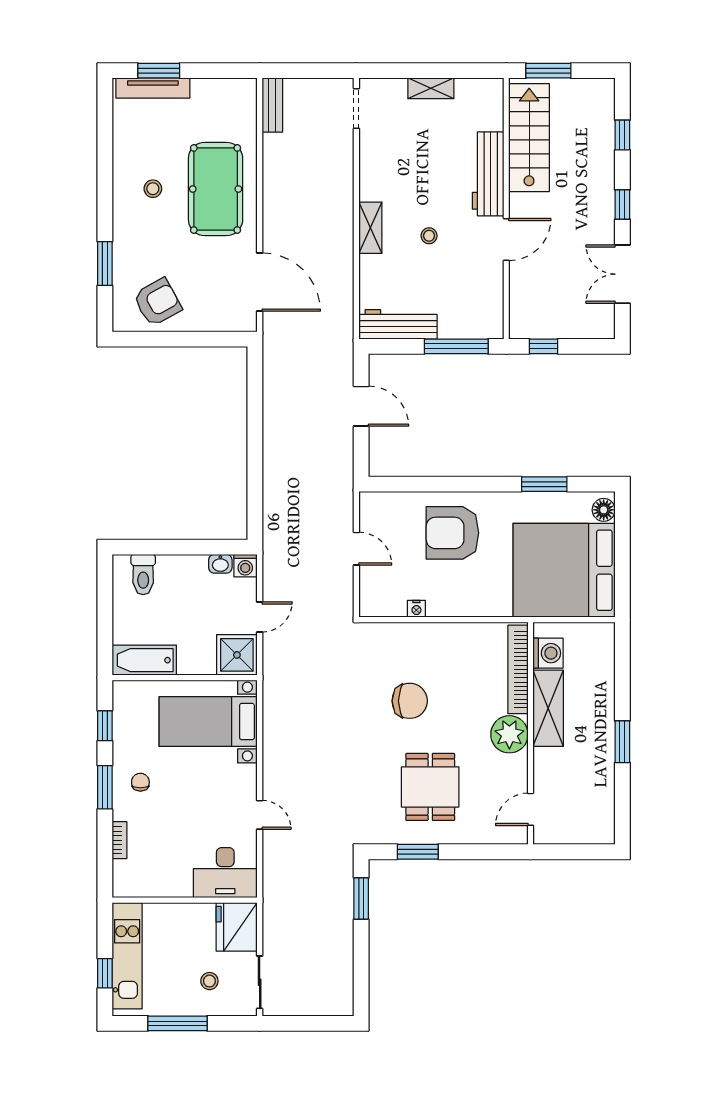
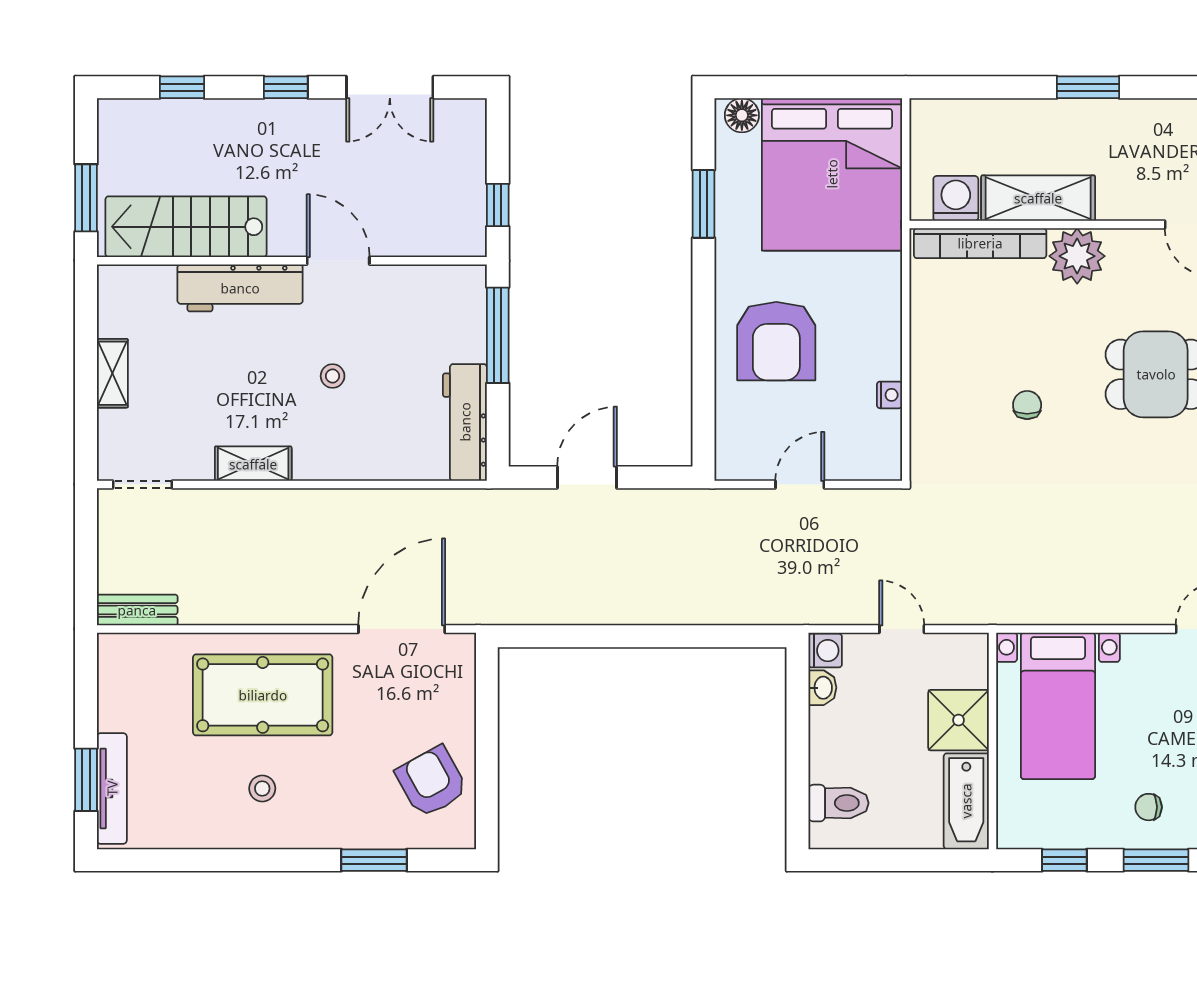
shelving: (370, 228) -> (253, 464), moved
shower: (237, 655) -> (958, 720), moved
chair: (410, 701) -> (1027, 405), width x0.54, depth x0.54

